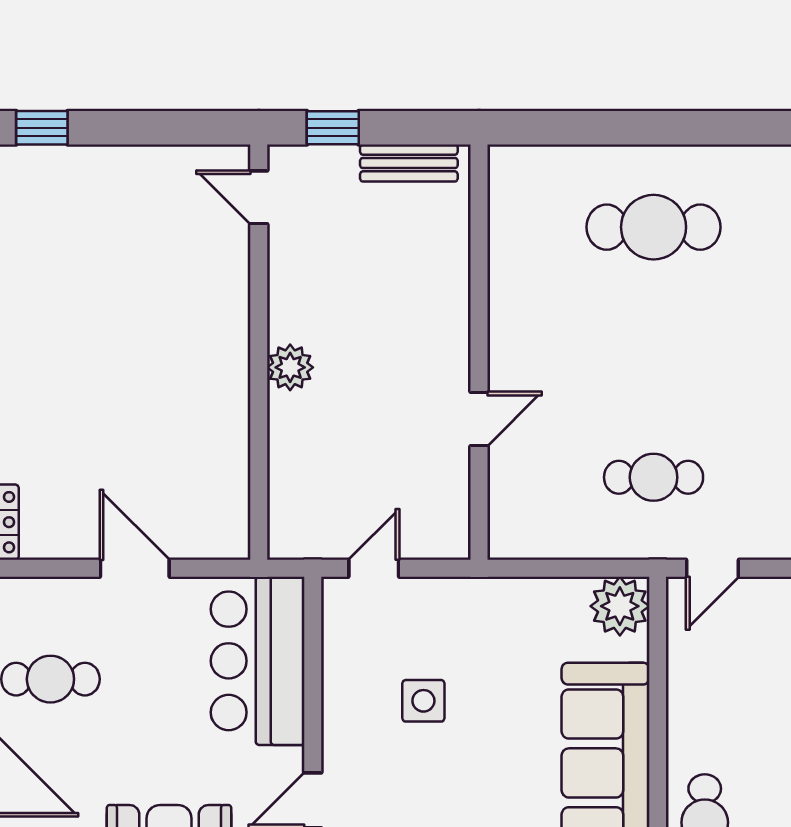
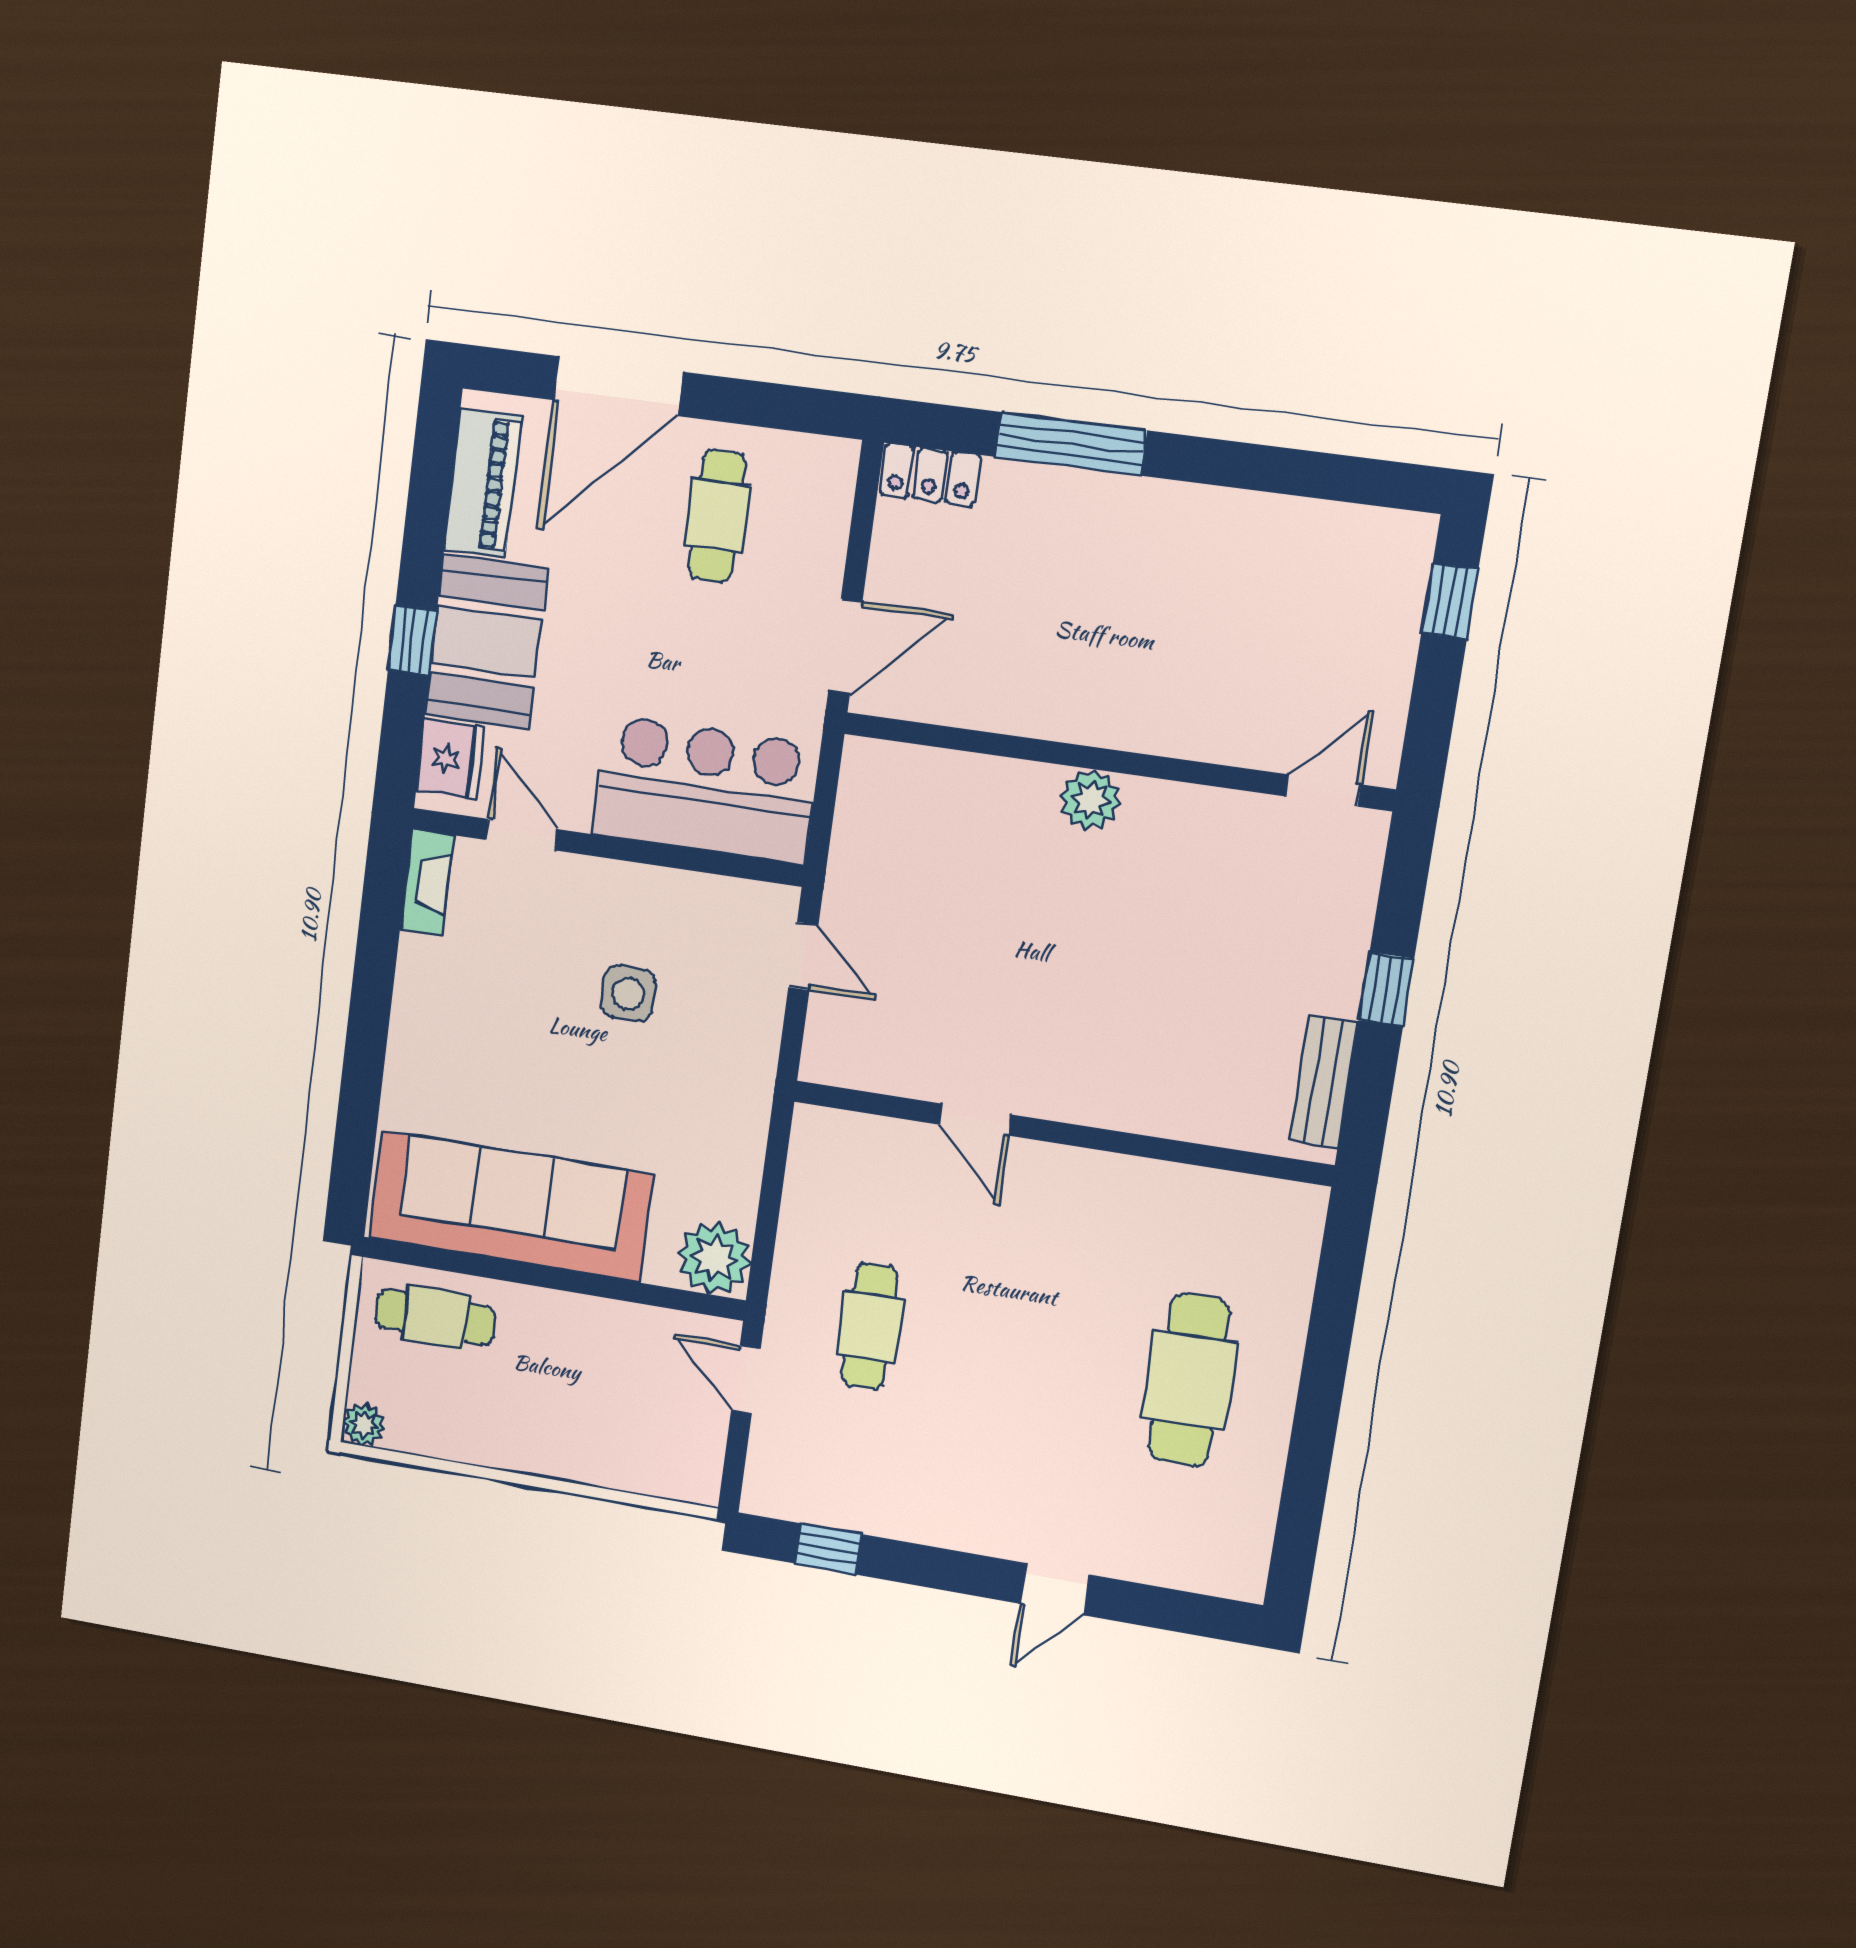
door: (259, 197) -> (1323, 790), moved
wall: (259, 352) -> (1117, 761), moved
plant: (290, 367) -> (1091, 800), moved

